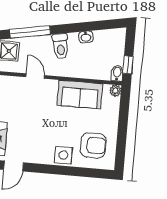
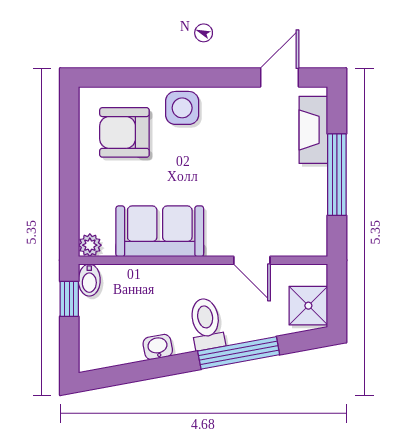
window: (30, 32) -> (239, 353), moved

